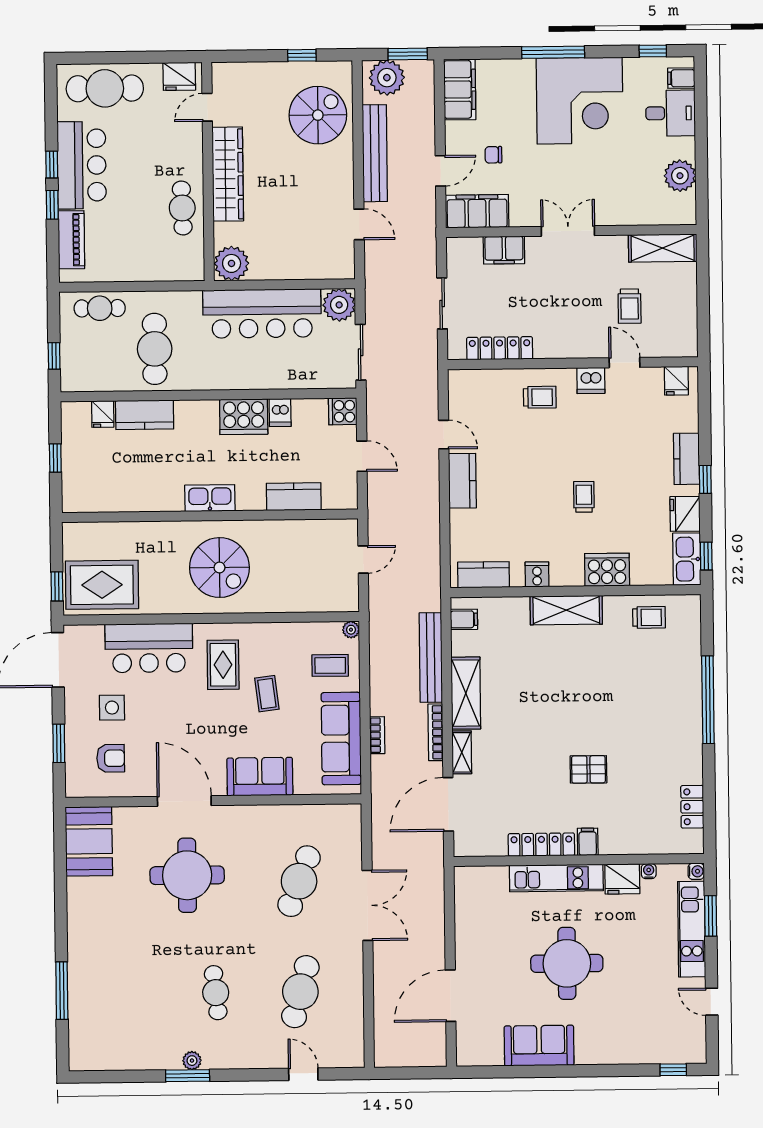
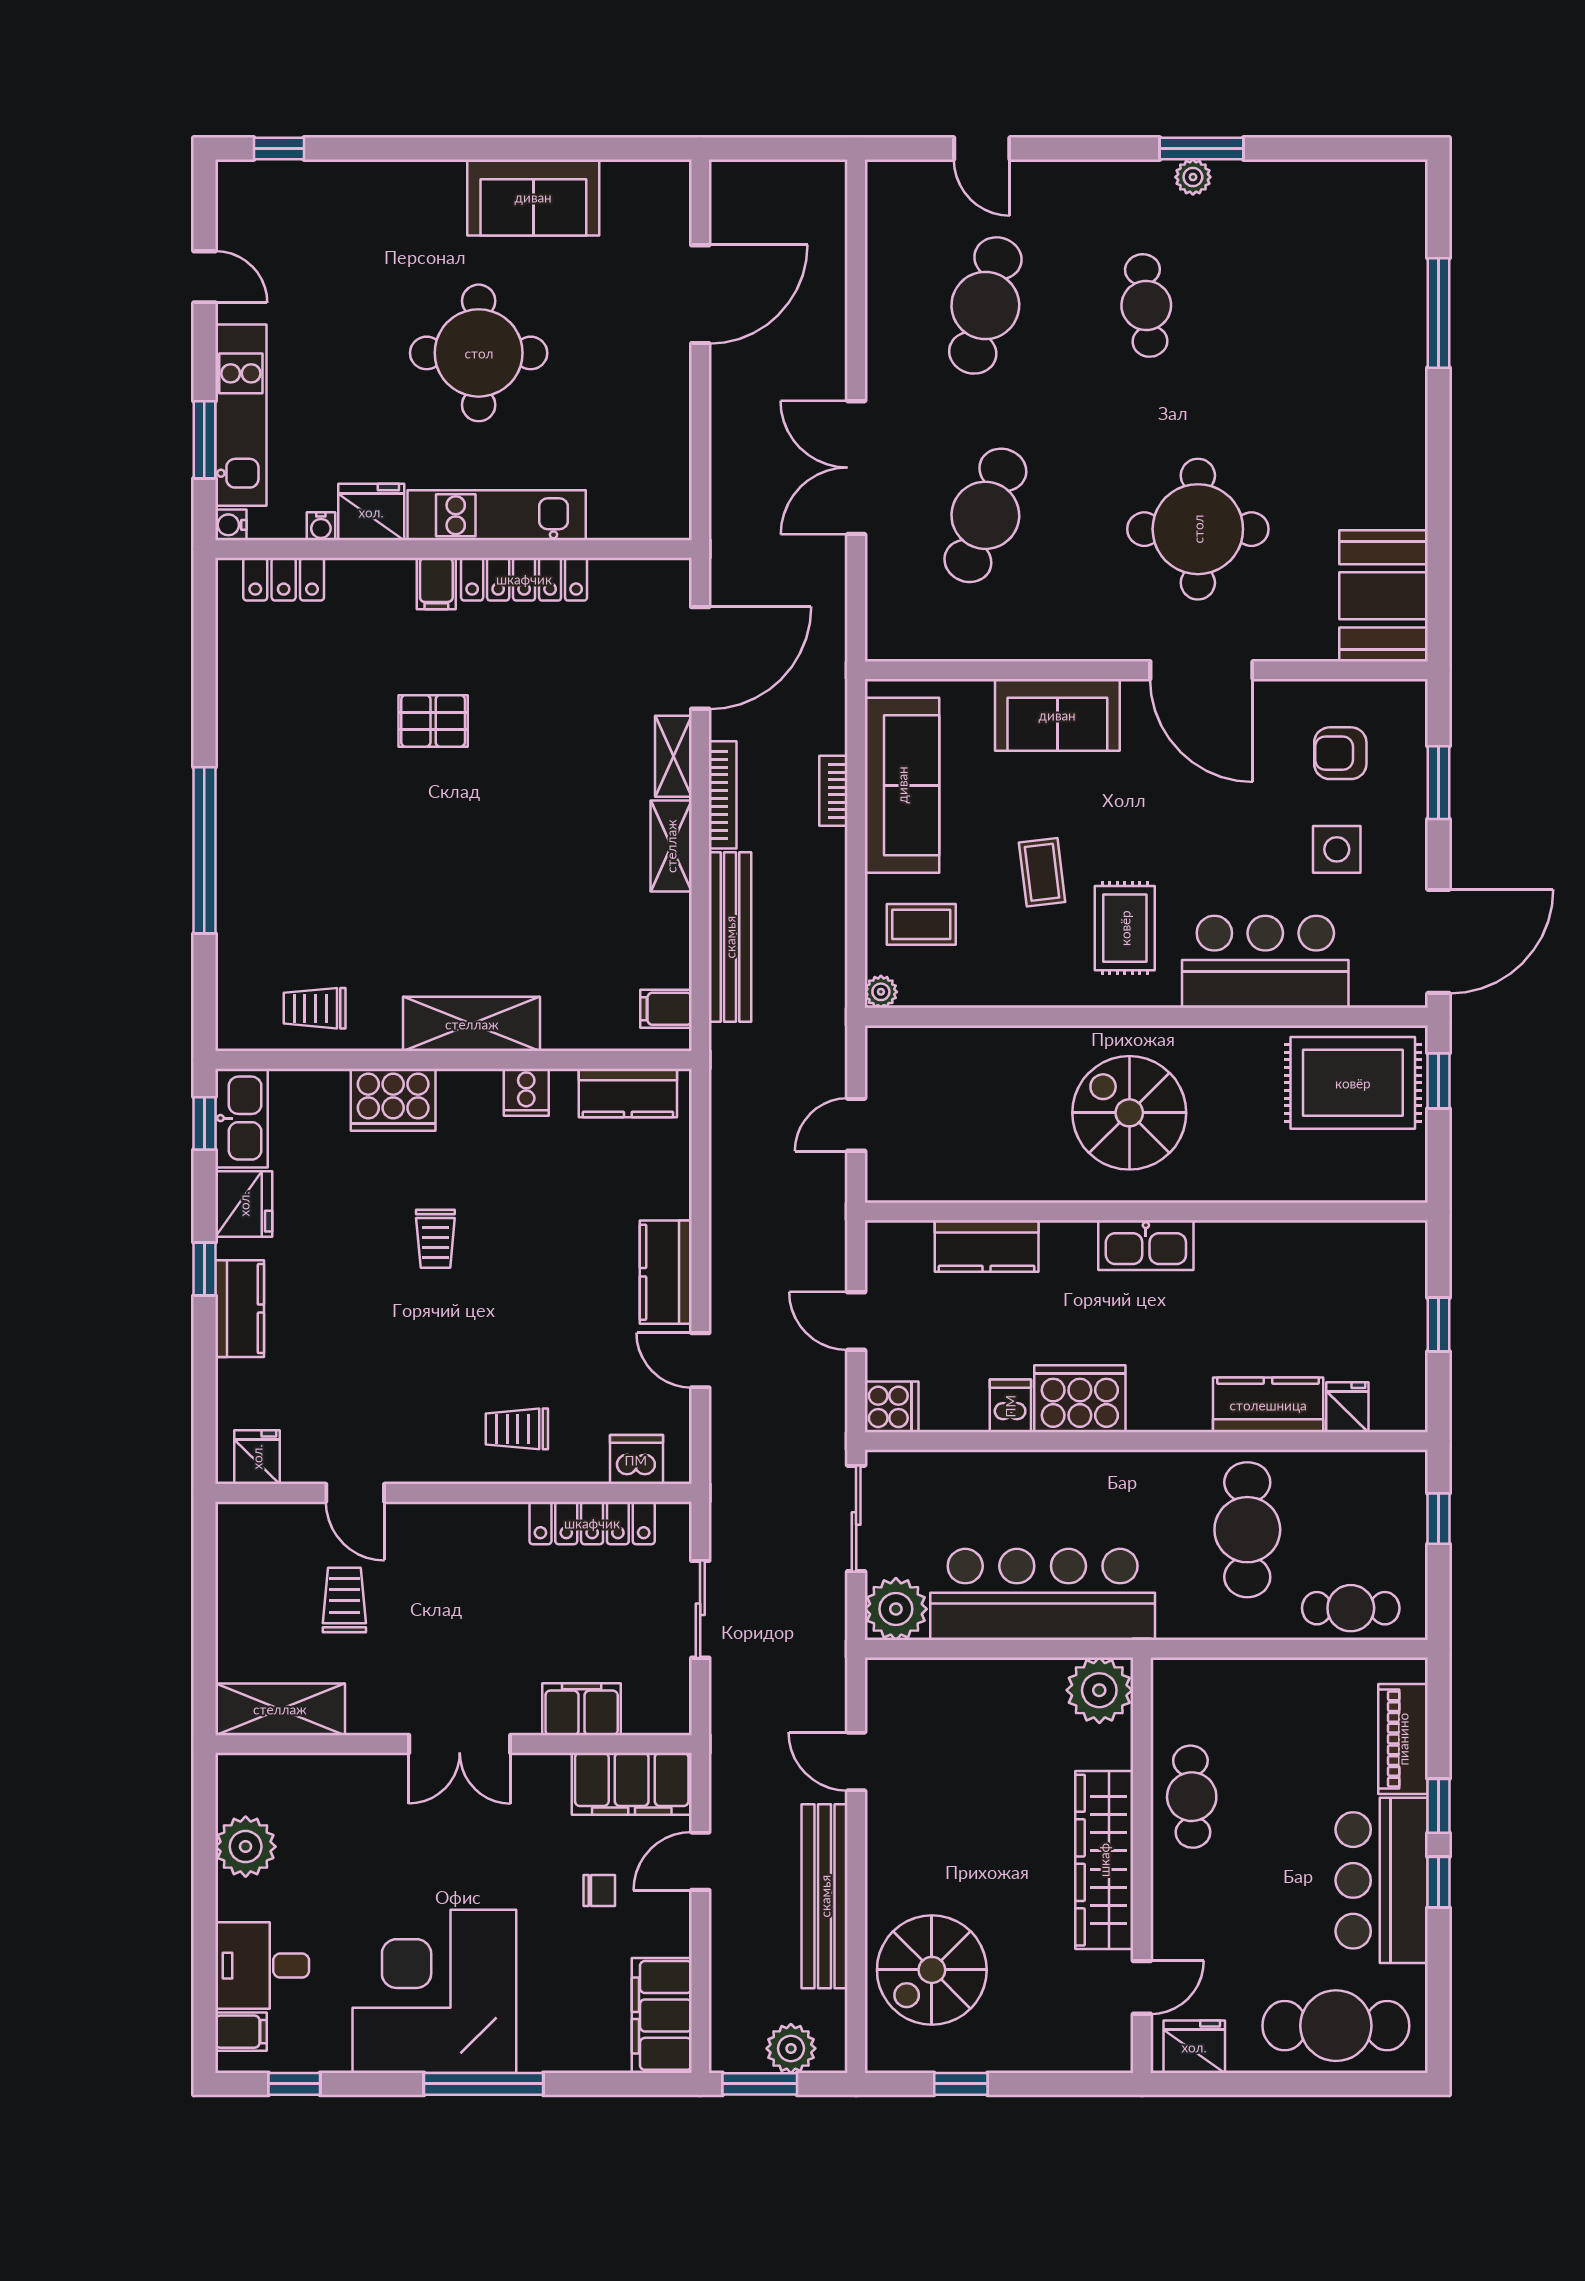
plant: (387, 78) -> (791, 2048), width x0.73, depth x0.73
dishwasher: (591, 380) -> (636, 1460), moved
shelving: (466, 693) -> (671, 846), width x0.67, depth x0.75
locker: (692, 807) -> (284, 579), moved, turned 90

